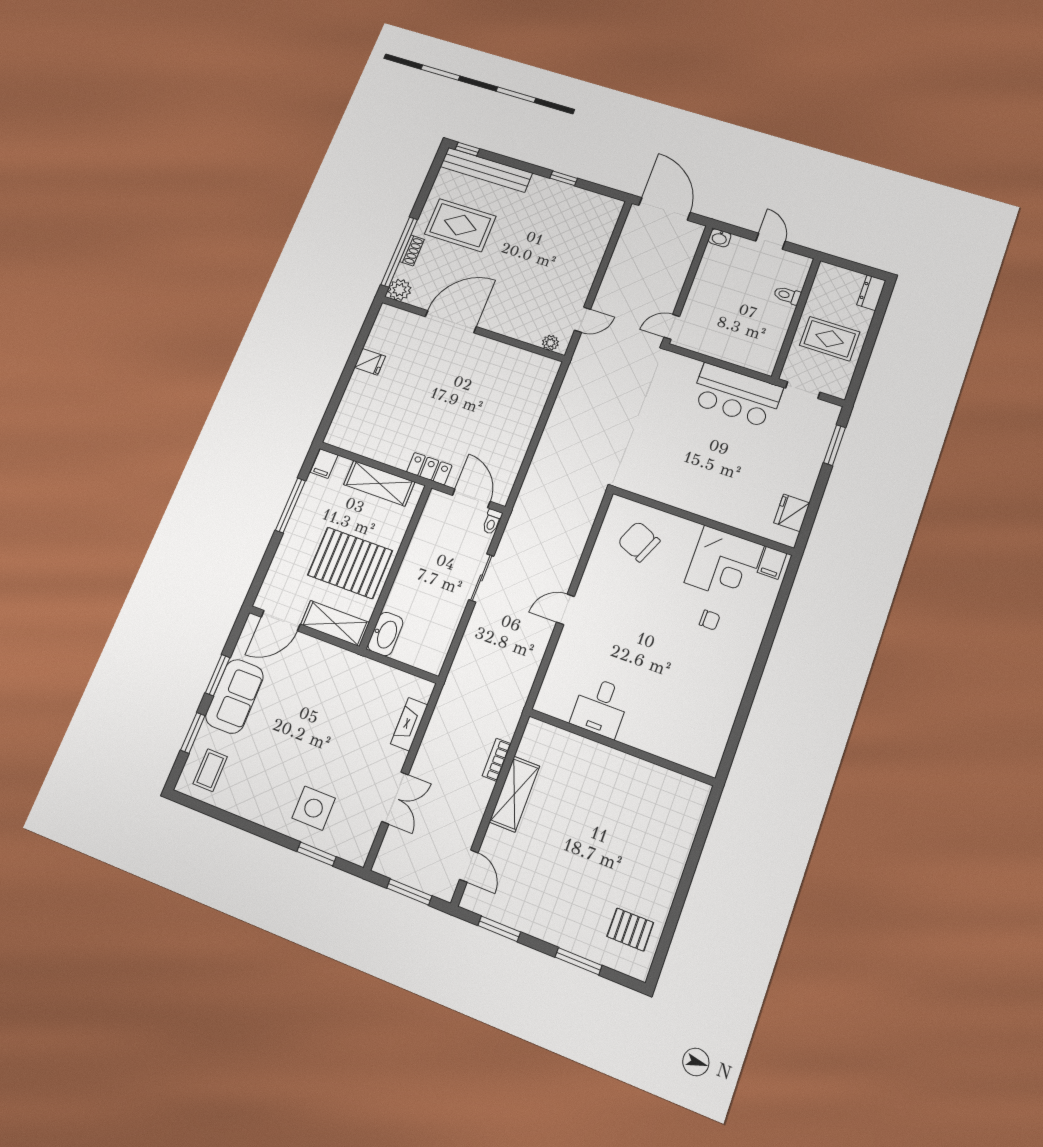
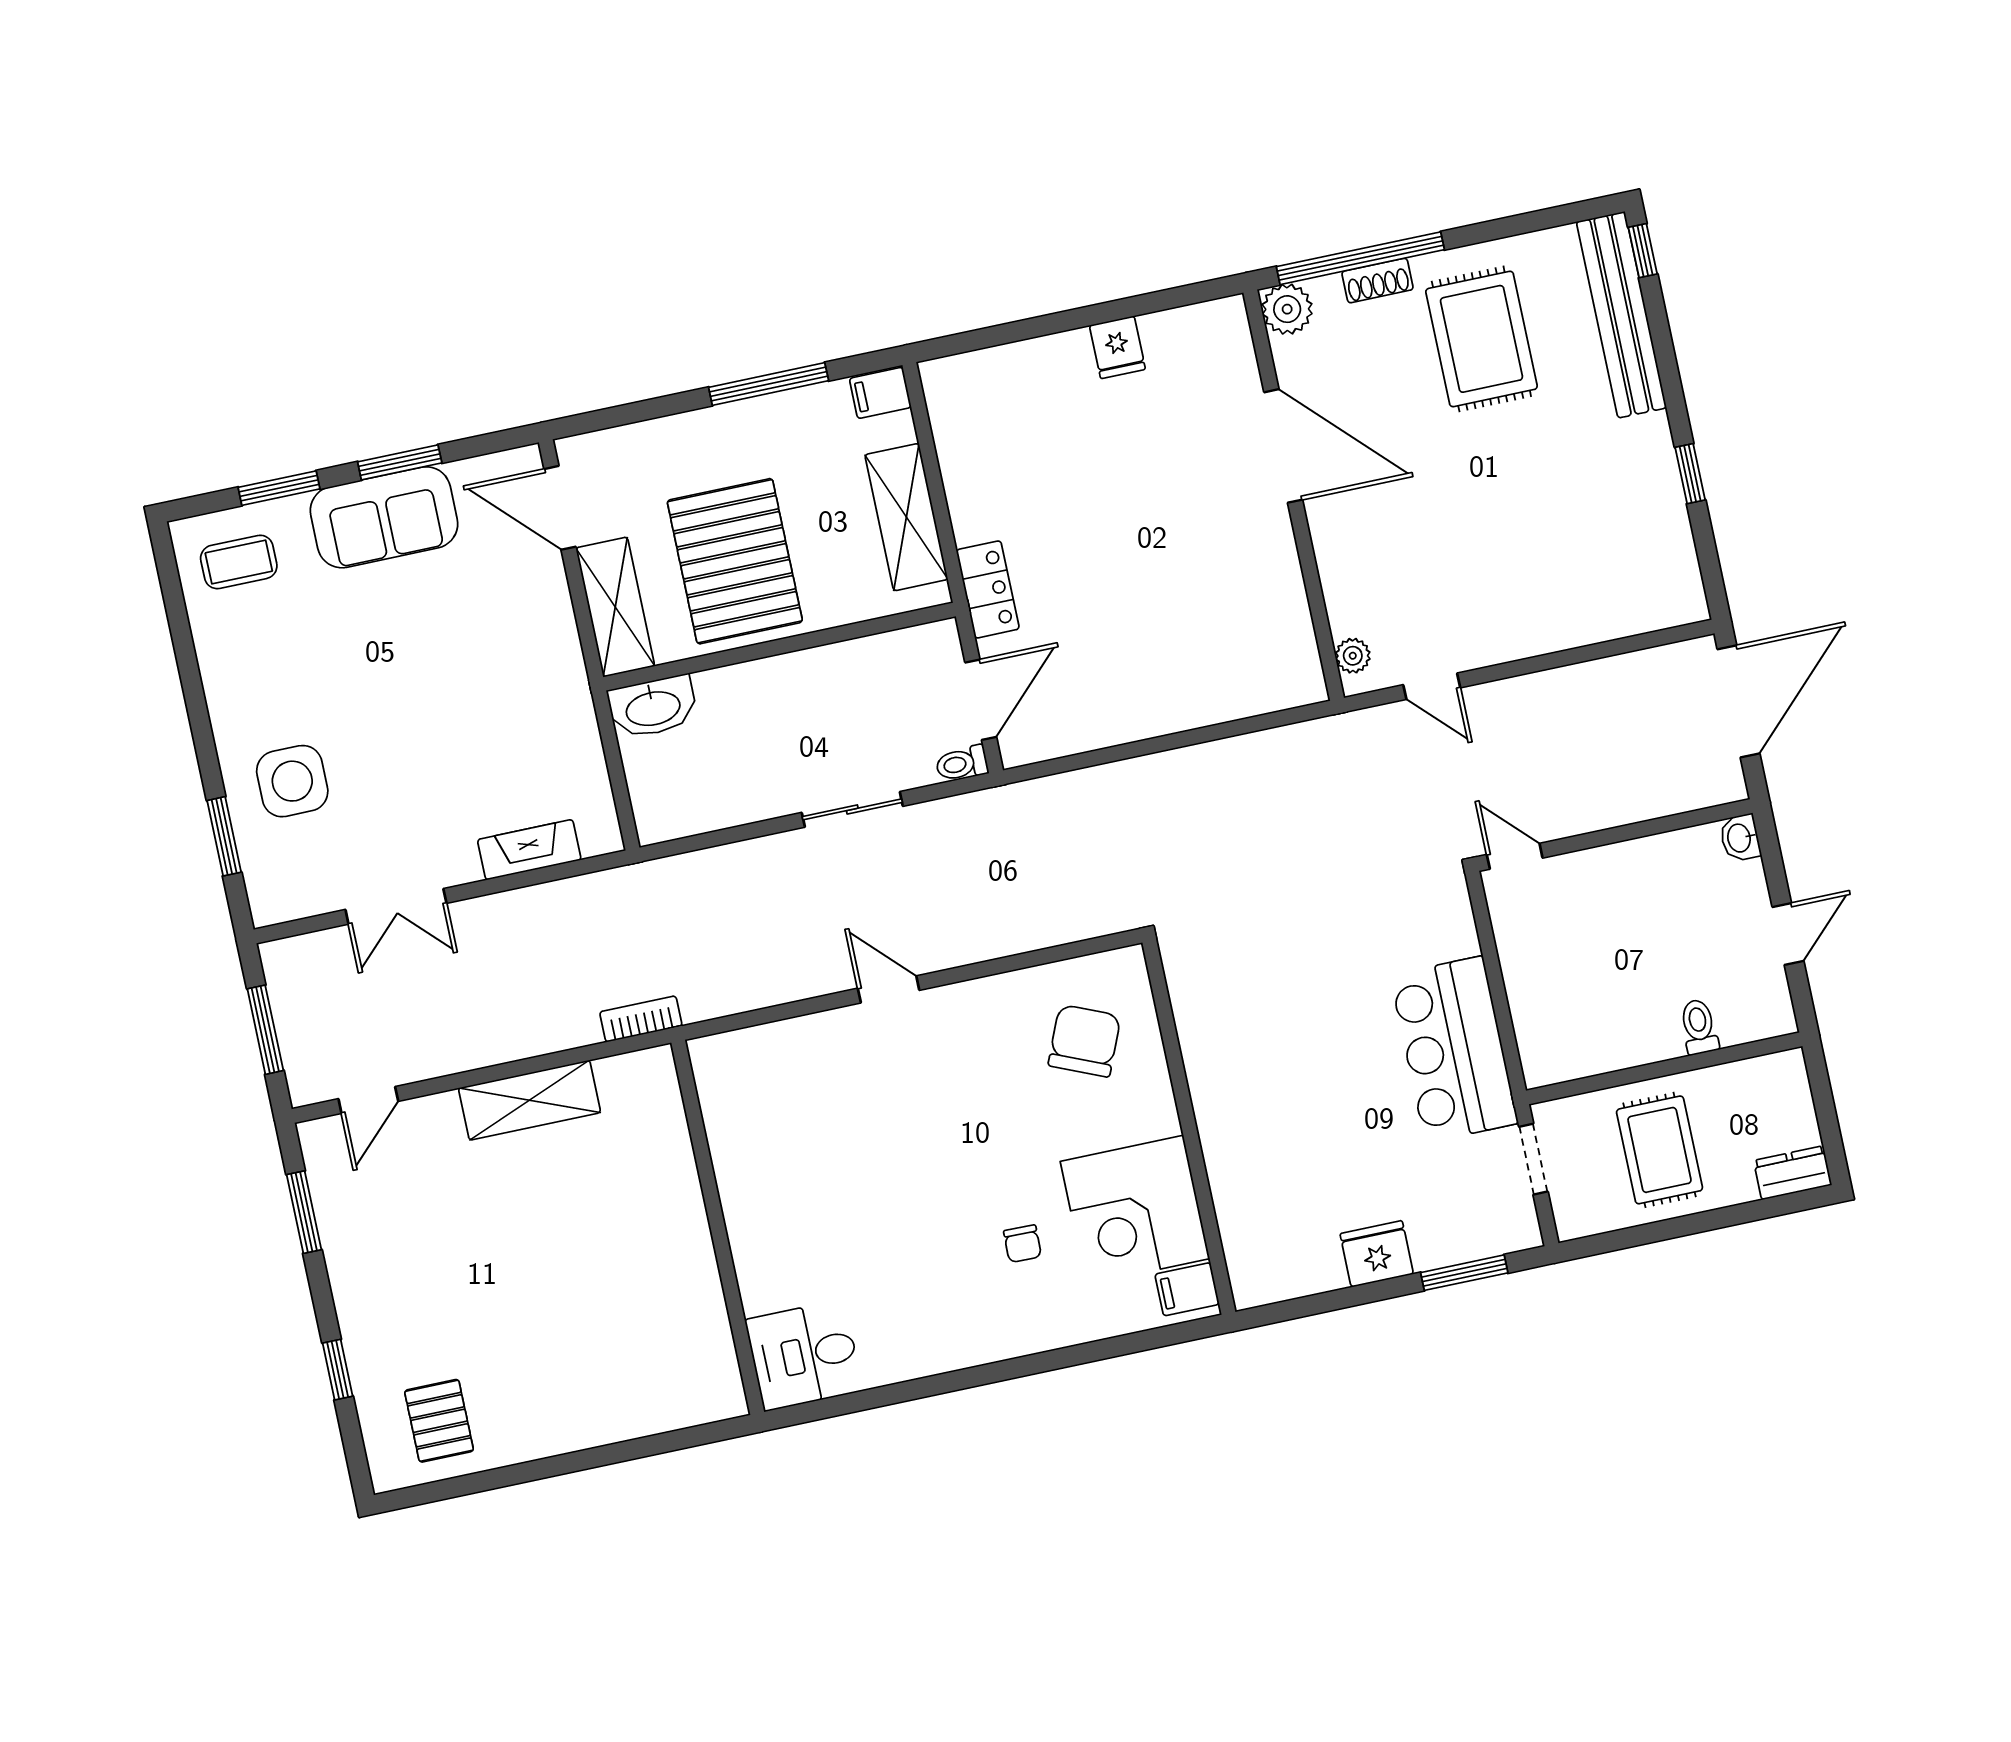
fridge: (792, 513) -> (1377, 1254), moved
desk: (600, 707) -> (804, 1355), moved
bookcase: (497, 760) -> (641, 1019), moved
window: (579, 961) -> (338, 1370), width x0.67

